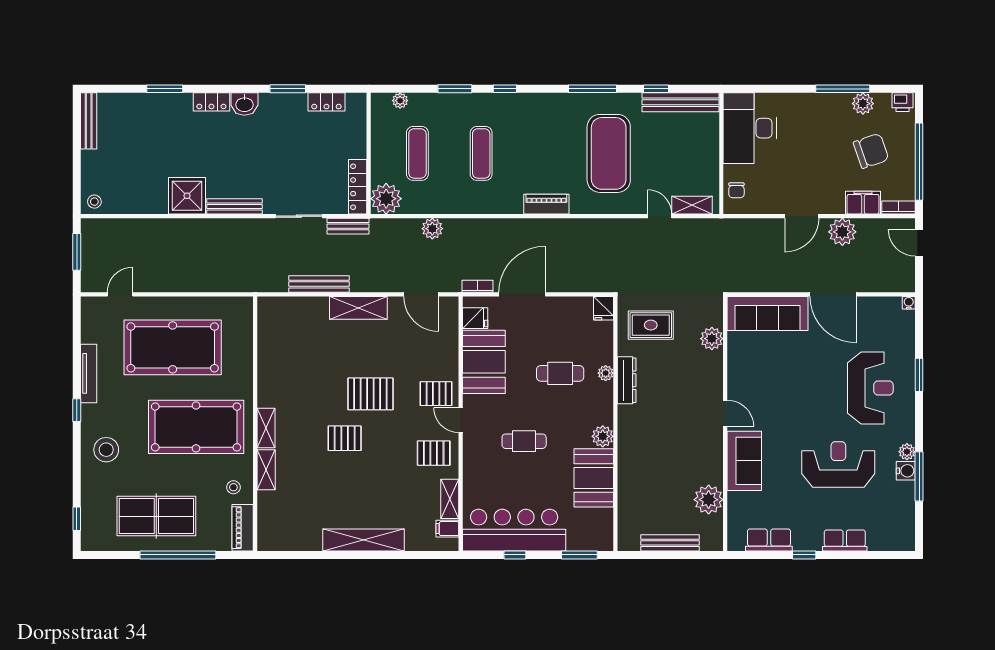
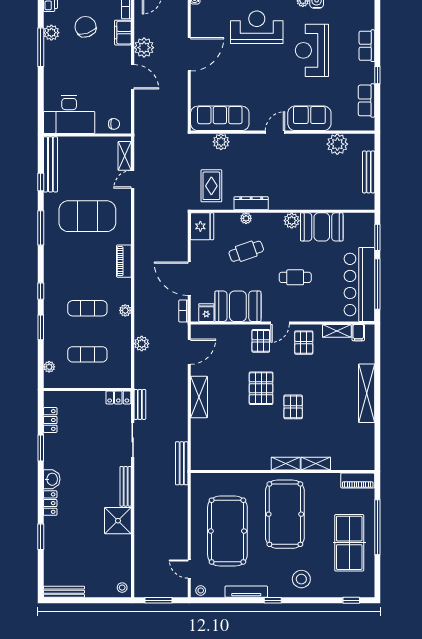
locker: (358, 187) -> (118, 397), width x0.66
plant: (386, 199) -> (125, 310), moved, width x0.53, depth x0.53
bench: (319, 284) -> (182, 463), moved
fridge: (604, 308) -> (202, 226), width x1.88, depth x1.34
sofa: (767, 314) -> (220, 118), moved, turned -90
cafe table: (560, 373) -> (246, 251), turned 71
cafe table: (524, 441) -> (295, 277), turned 90
stool: (233, 487) -> (201, 590), moved
window: (515, 555) -> (377, 284), width x3.17

